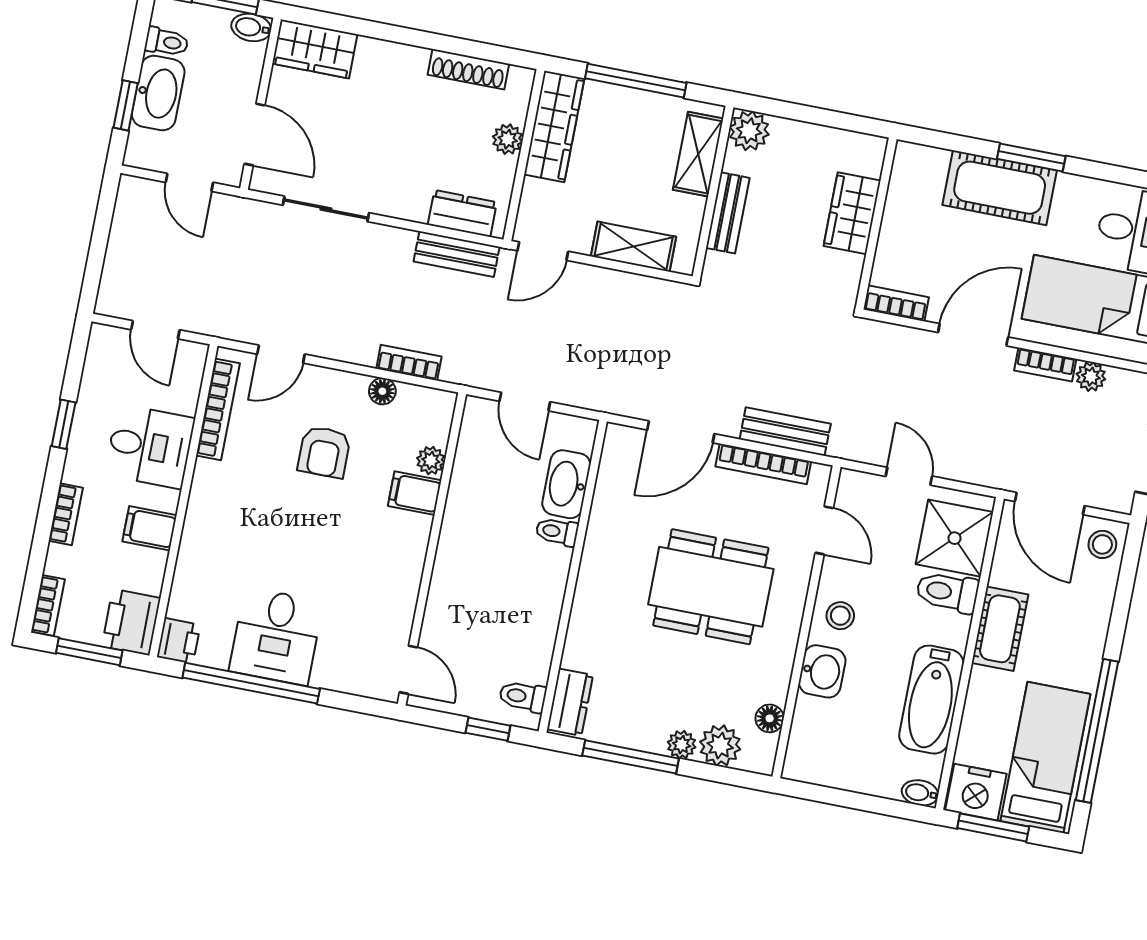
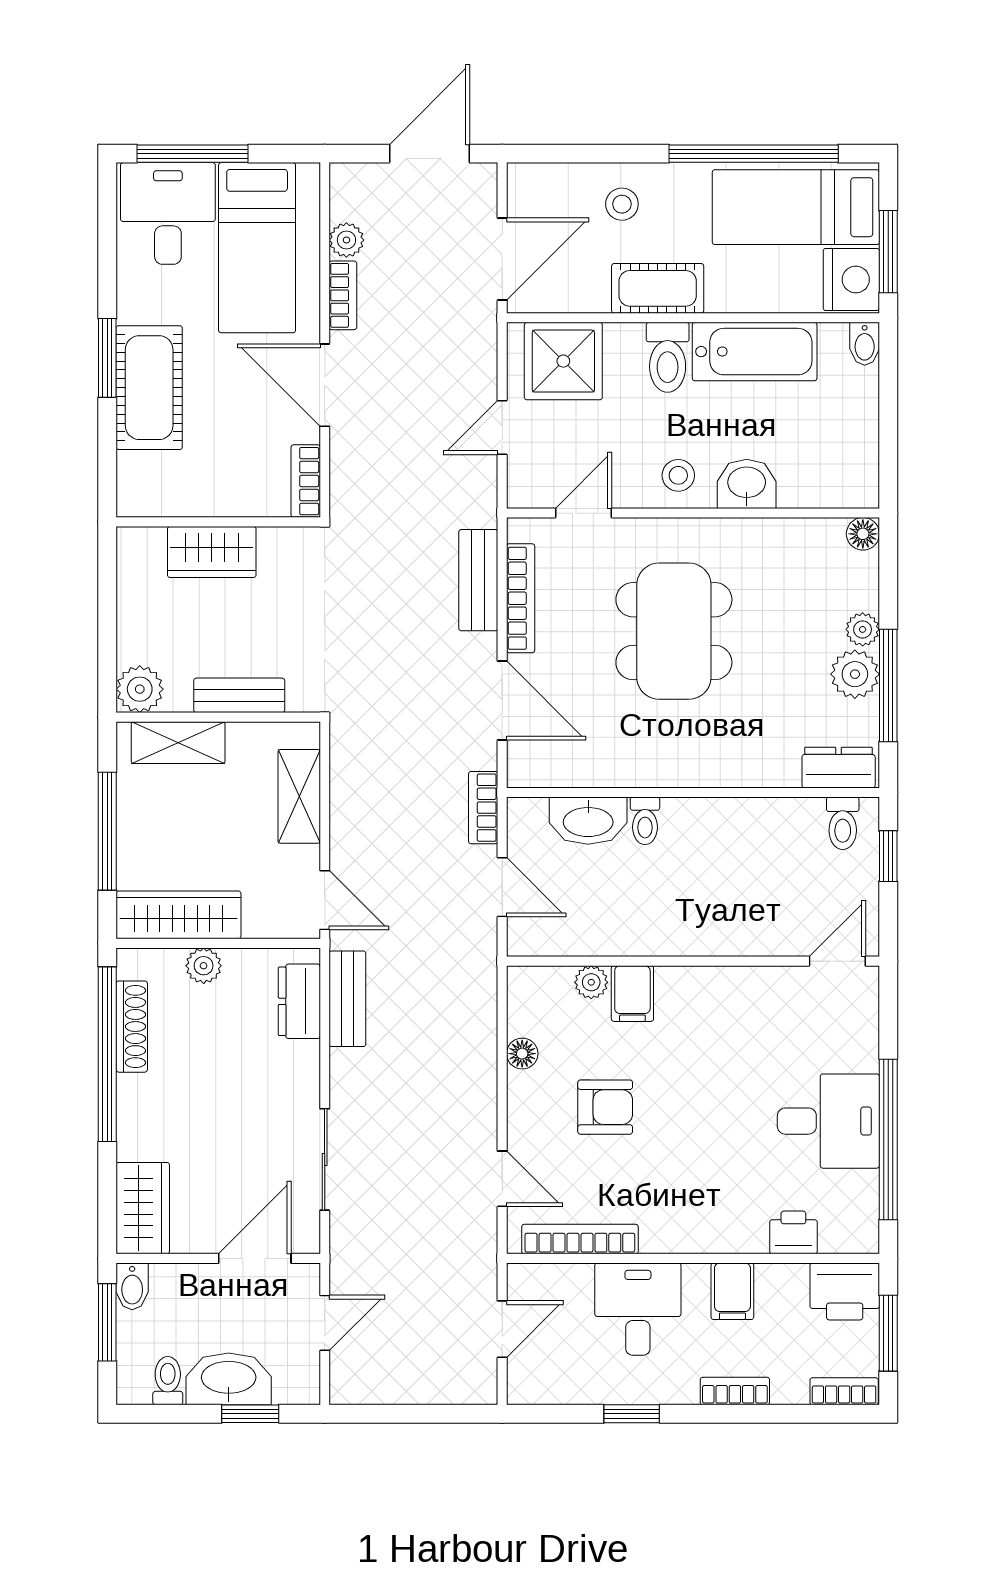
window: (449, 44) -> (107, 1054), added
bookcase: (409, 363) -> (483, 808), moved
door: (525, 402) -> (502, 887), hinge flipped
stool: (1102, 544) -> (622, 204), moved
toilet: (947, 592) -> (668, 357), moved
printer: (179, 641) -> (793, 1232), moved
floor lamp: (770, 718) -> (863, 534), moved
plant: (720, 746) -> (855, 674), moved

